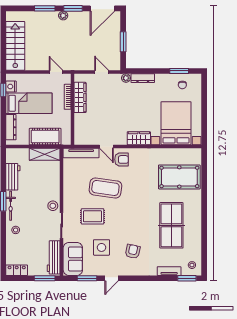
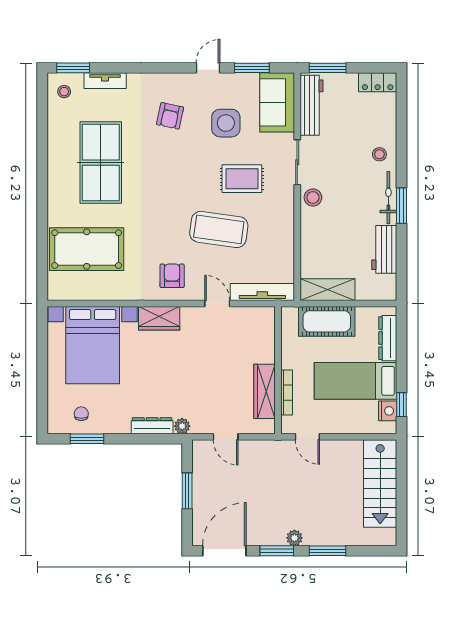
armchair: (121, 159) -> (172, 276), moved, turned 90

